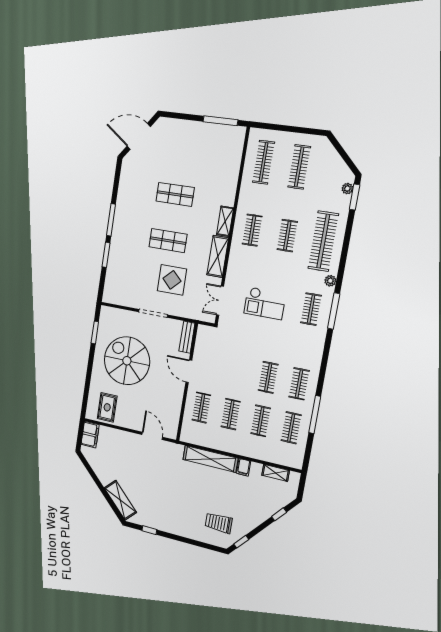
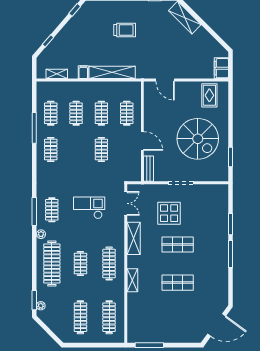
shelving: (225, 221) -> (132, 280), moved
clothes rail: (252, 230) -> (109, 264), width x1.36
clothes rail: (268, 377) -> (101, 150), moved
trolley: (219, 523) -> (125, 30), moved

